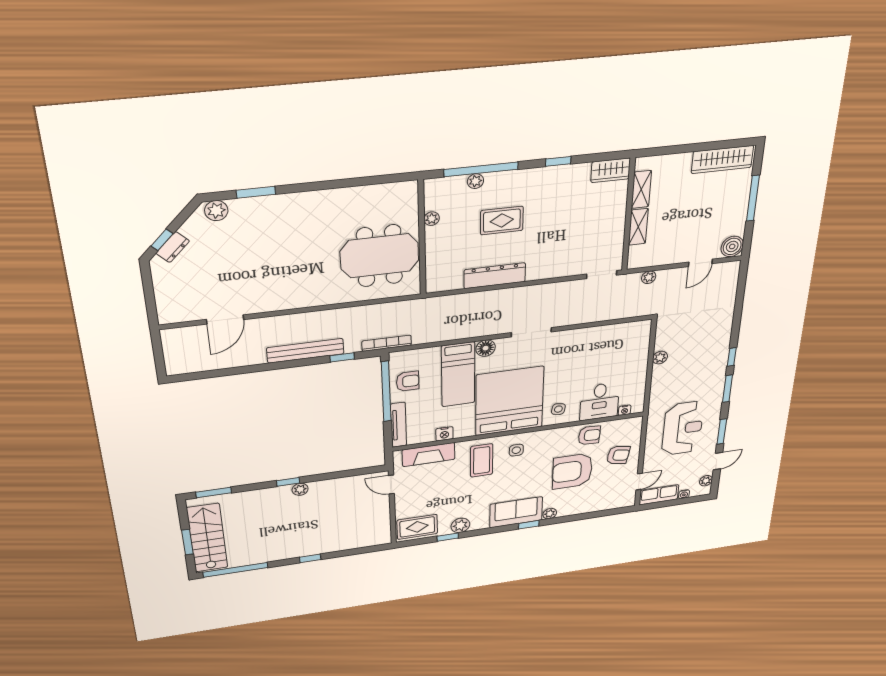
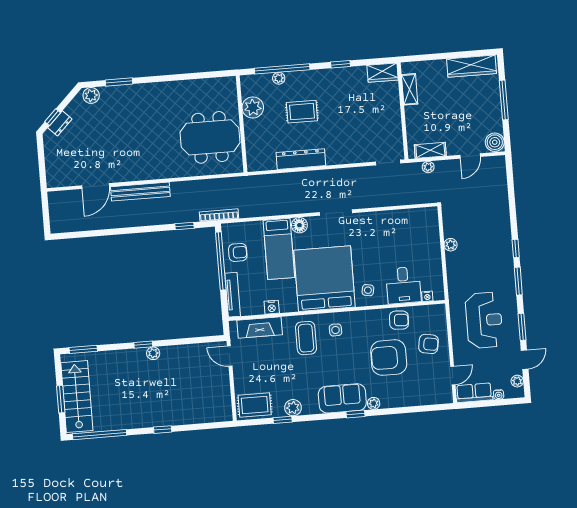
plant: (432, 219) -> (253, 107), width x1.87, depth x1.87
shelving: (638, 227) -> (430, 150), moved, turned 90
bench: (305, 351) -> (140, 192), moved

